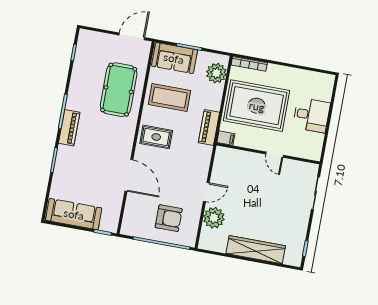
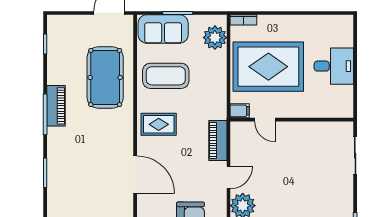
bookcase: (249, 64) -> (243, 20), width x0.64
piano: (69, 128) -> (56, 106), moved
piano: (209, 128) -> (218, 141), moved
door: (275, 155) -> (265, 120), moved

